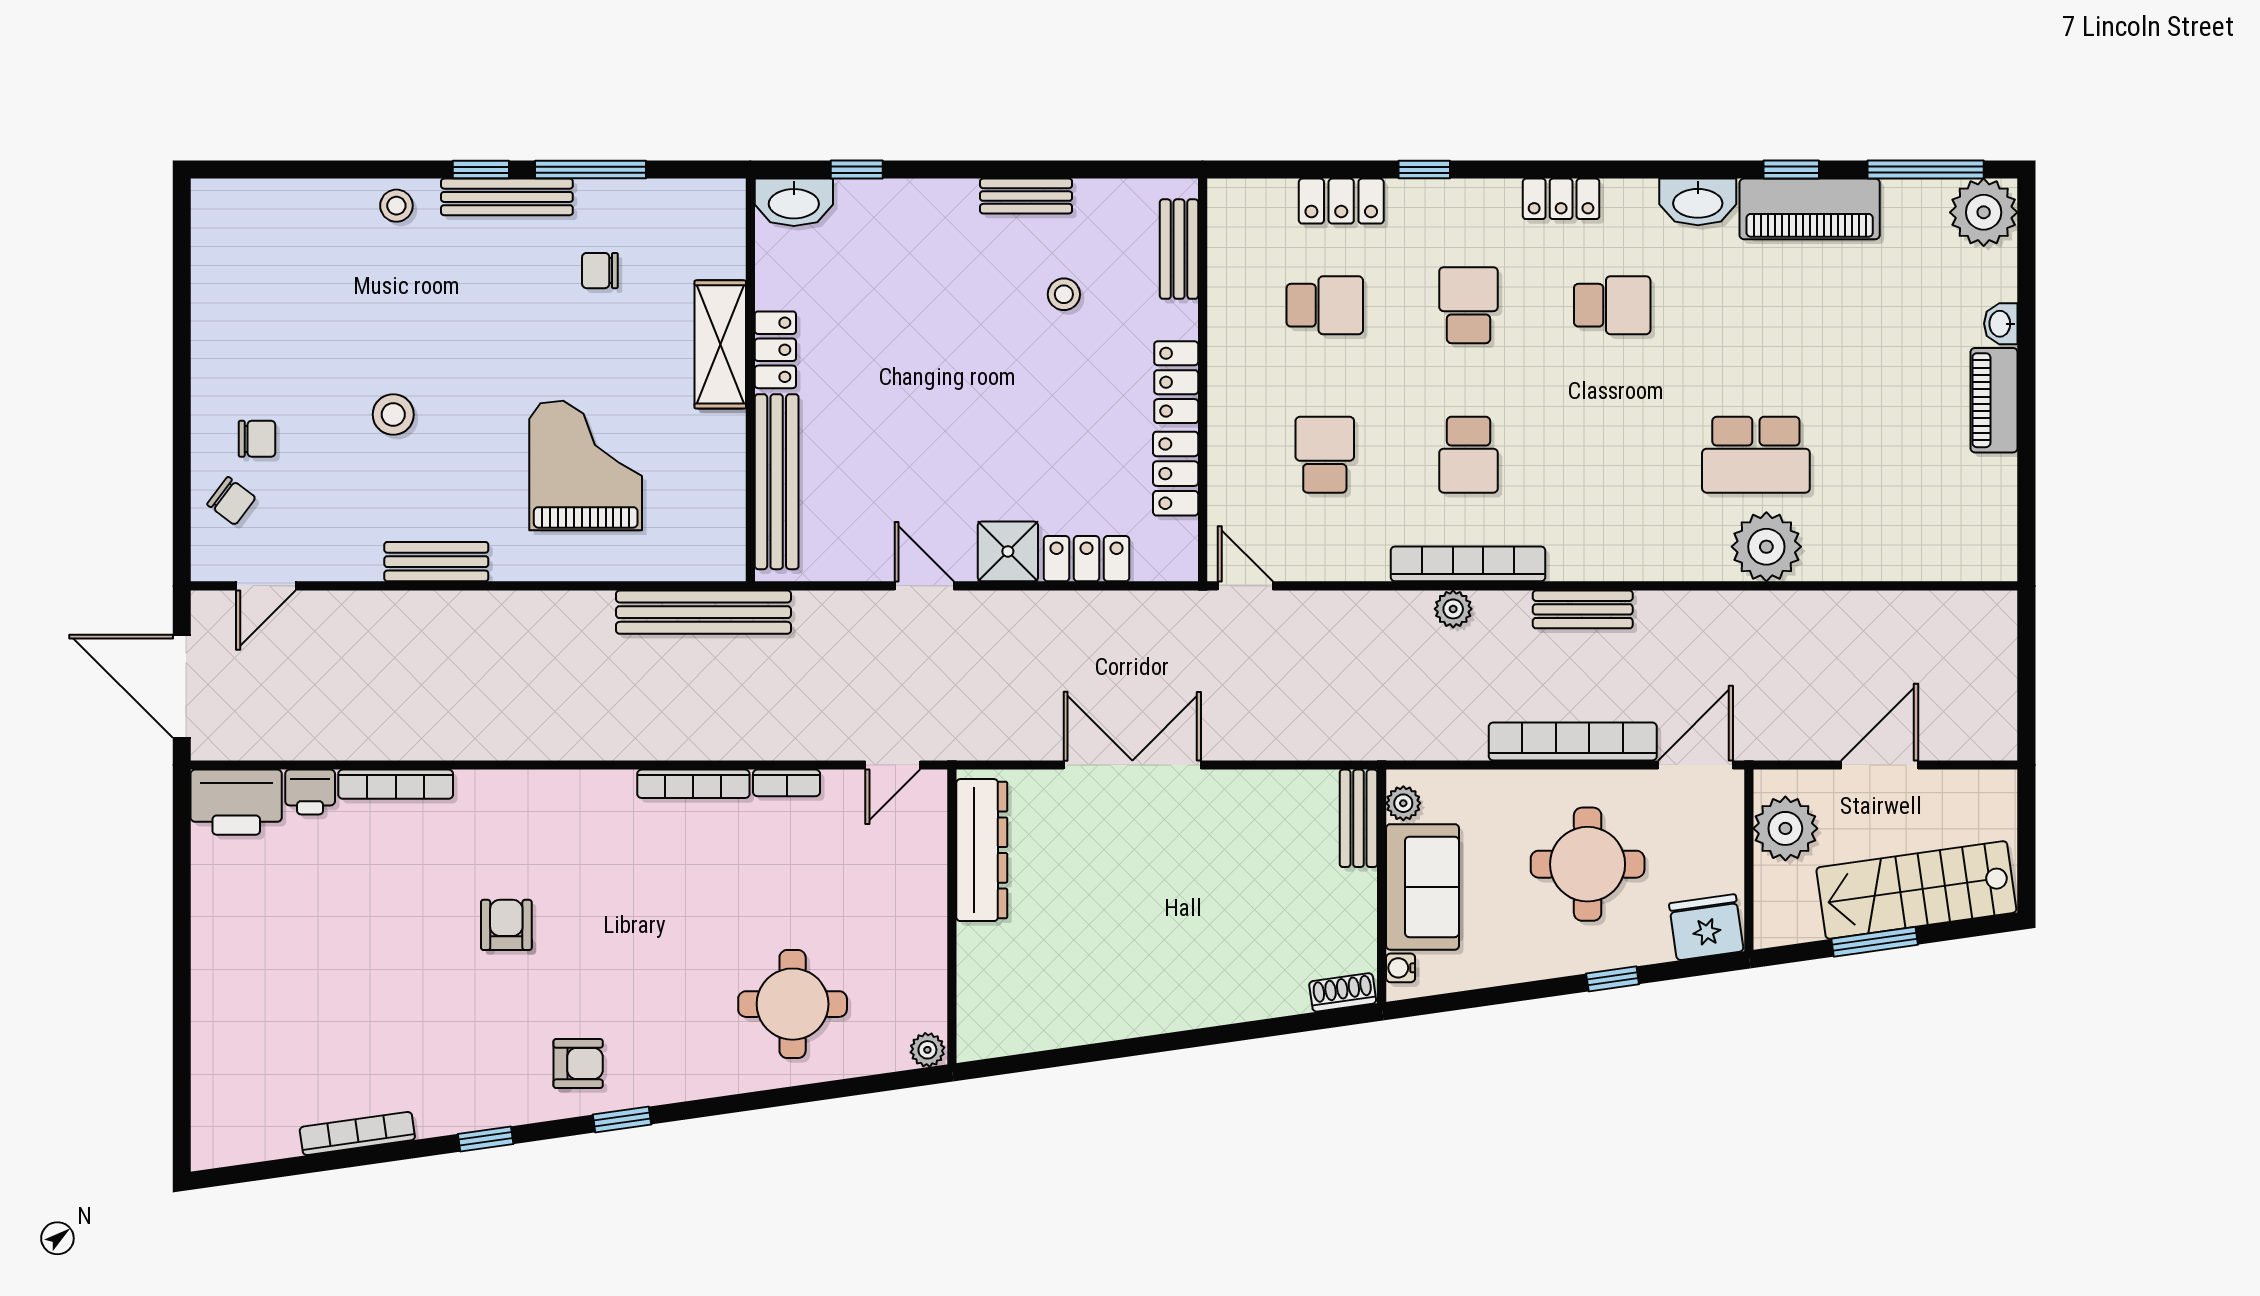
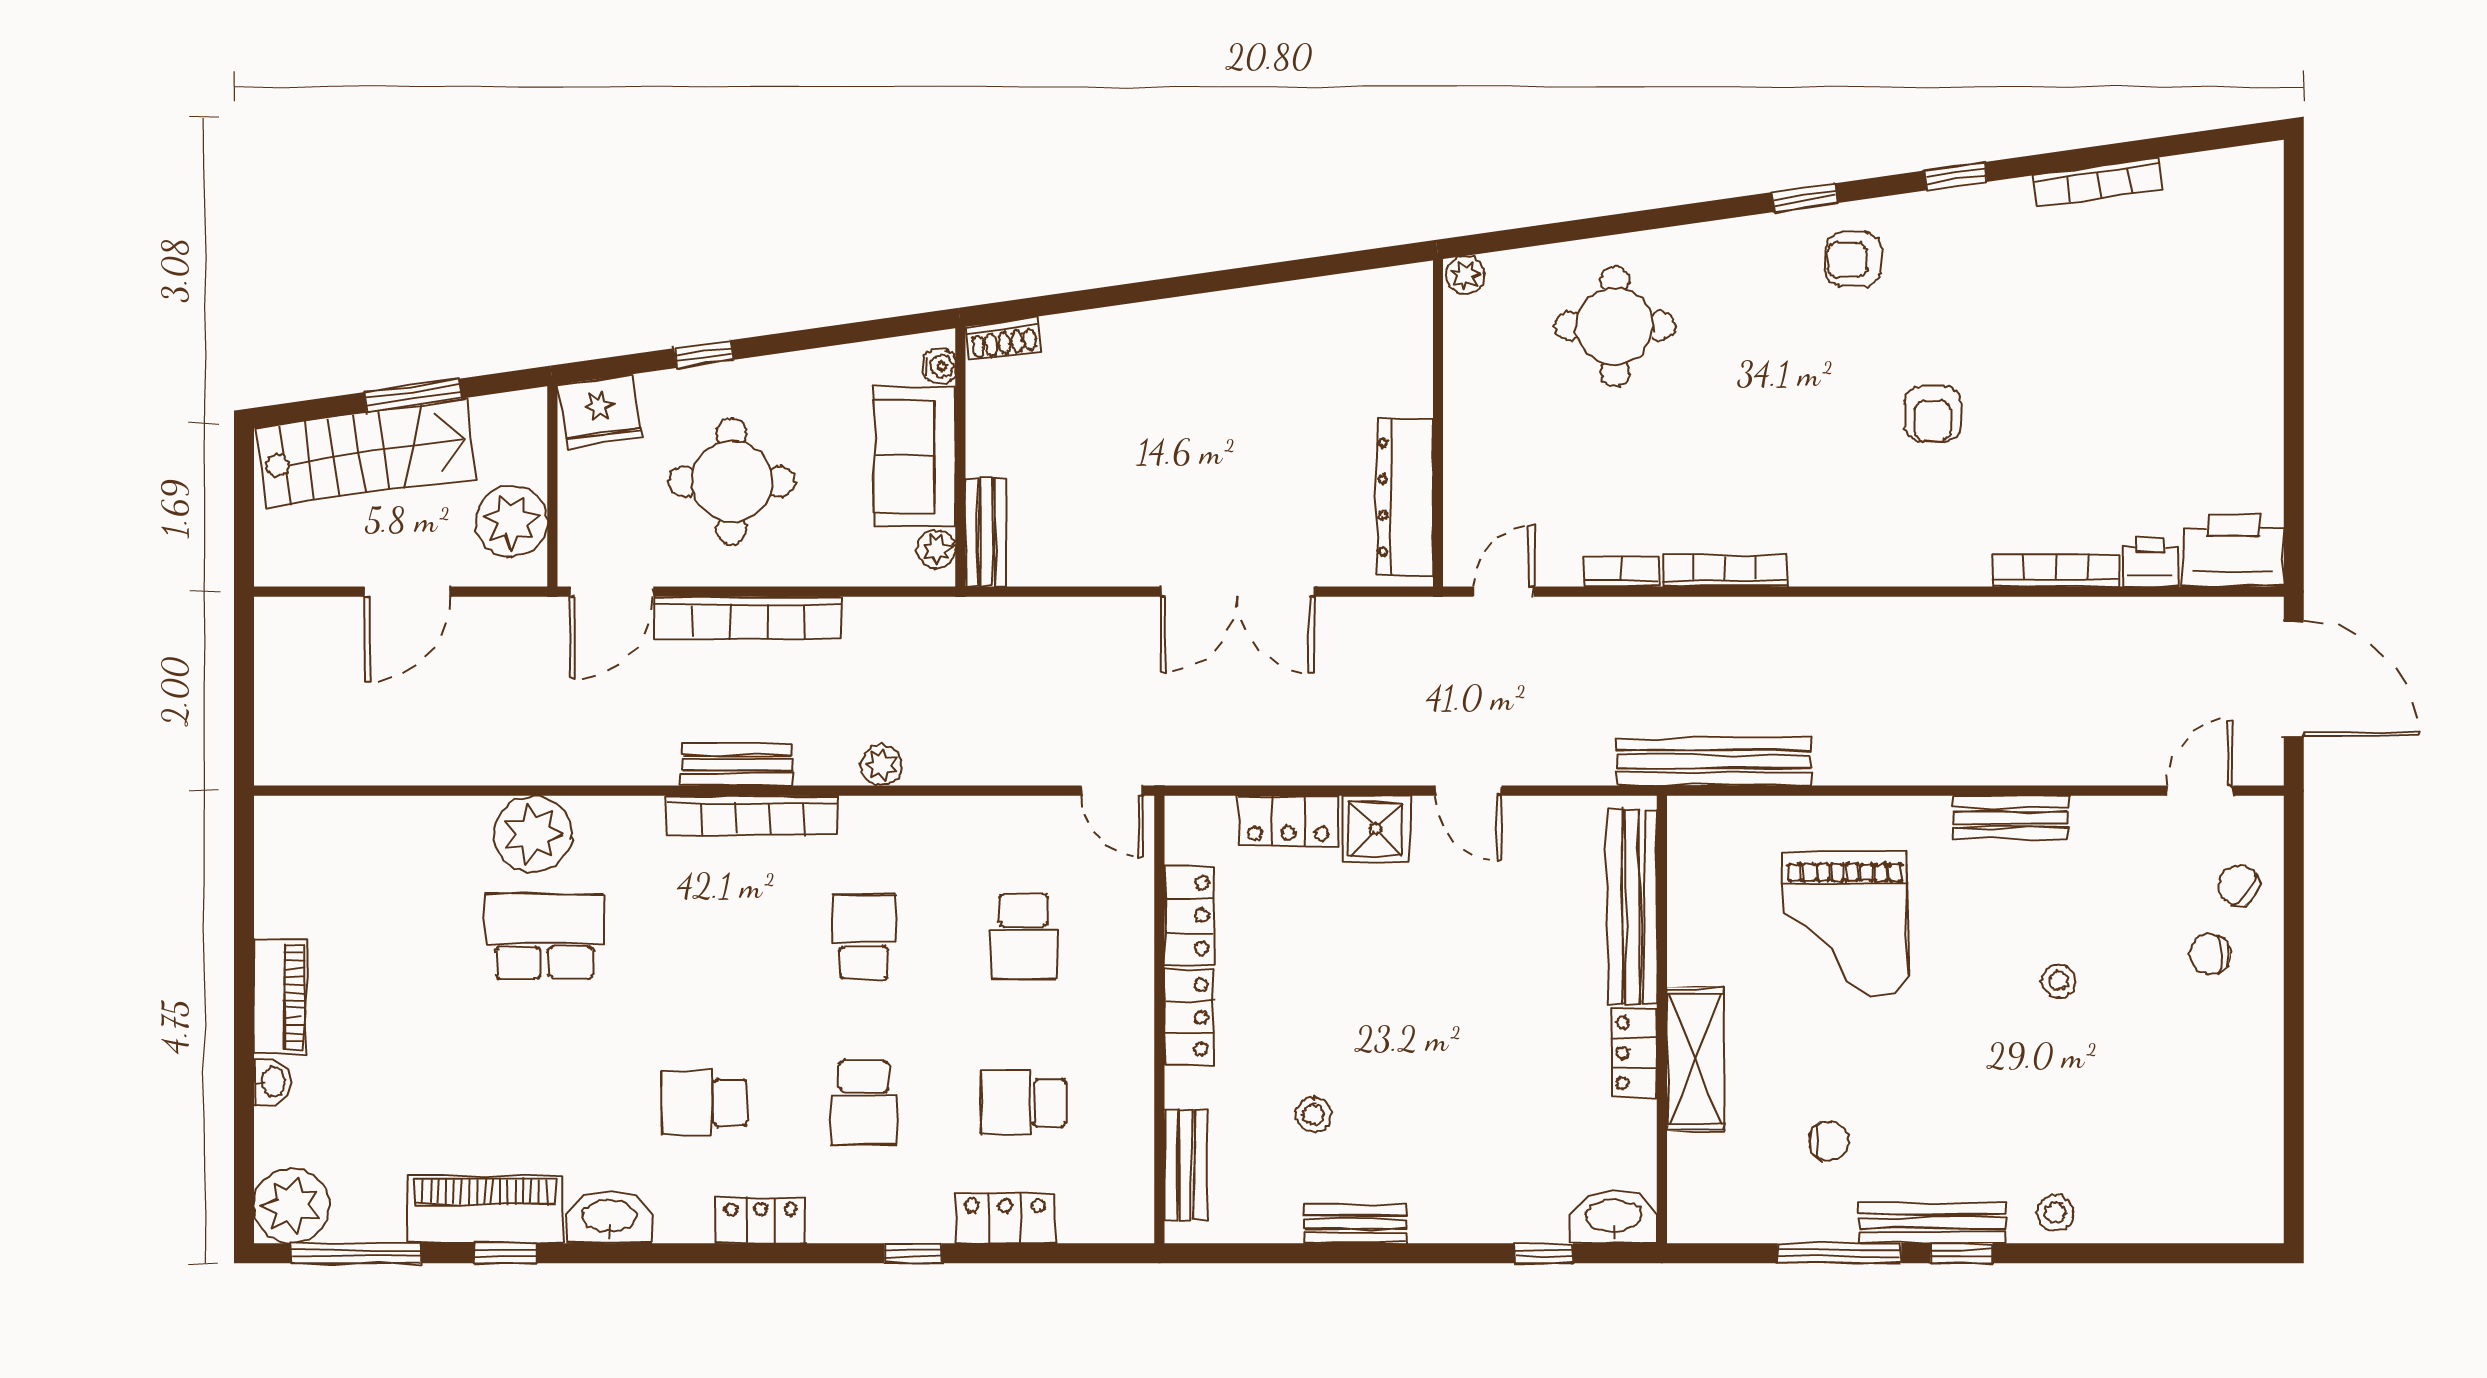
stool: (393, 415) -> (2059, 981), width x0.73, depth x0.73
bookcase: (1468, 564) -> (752, 815), moved

